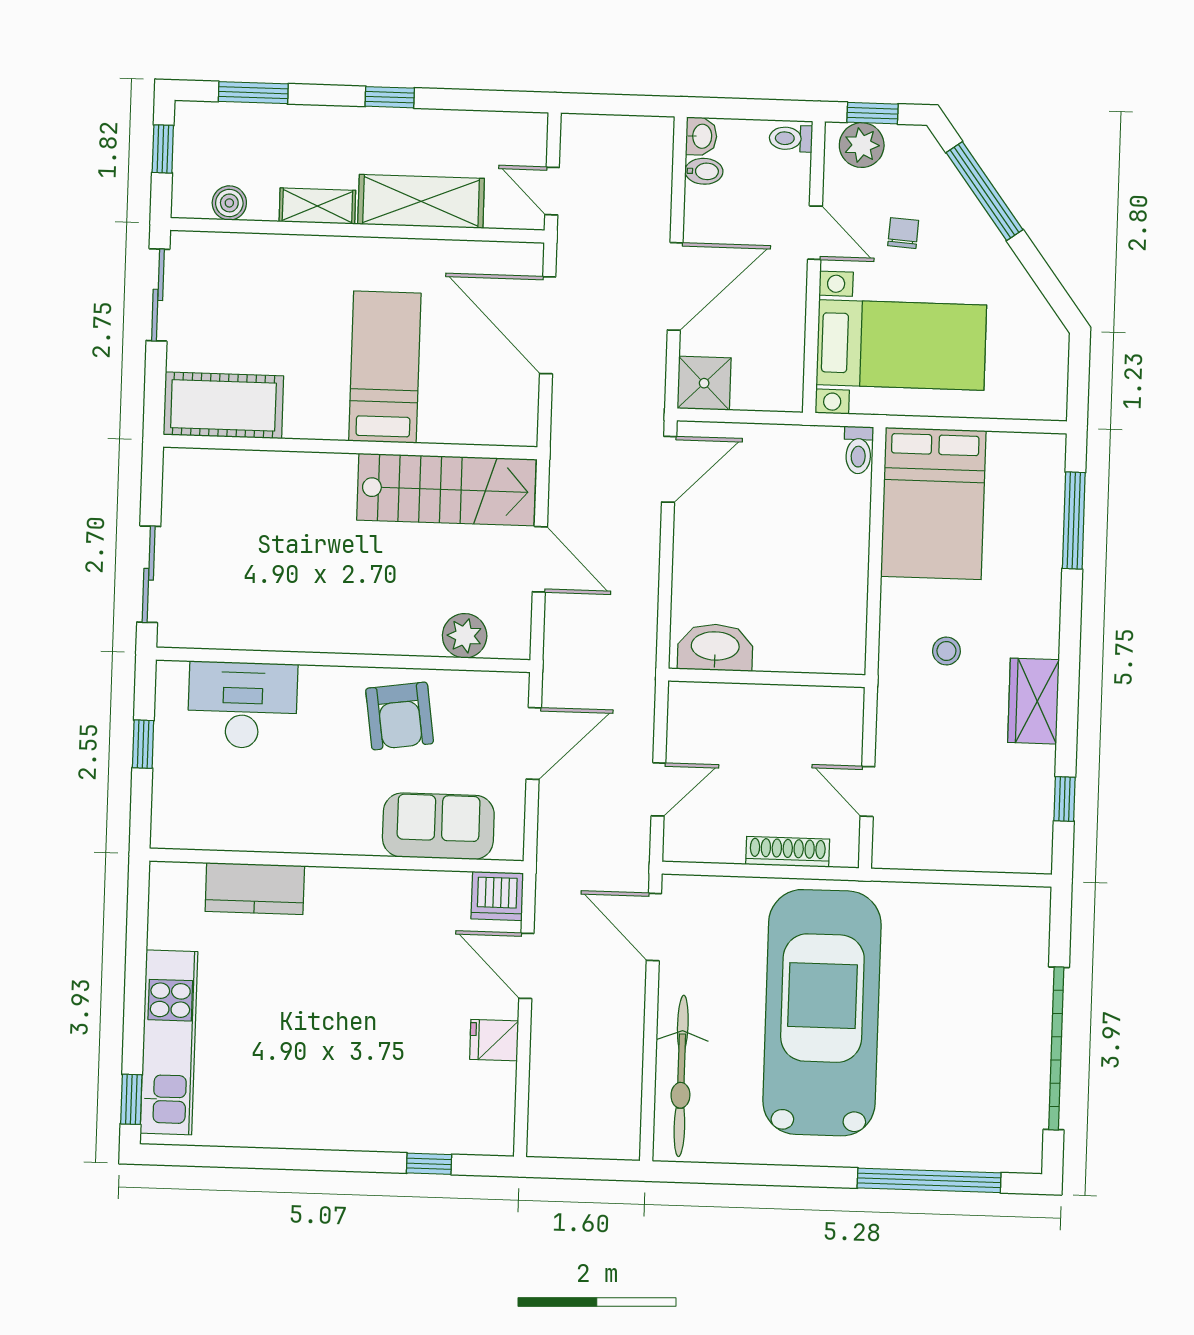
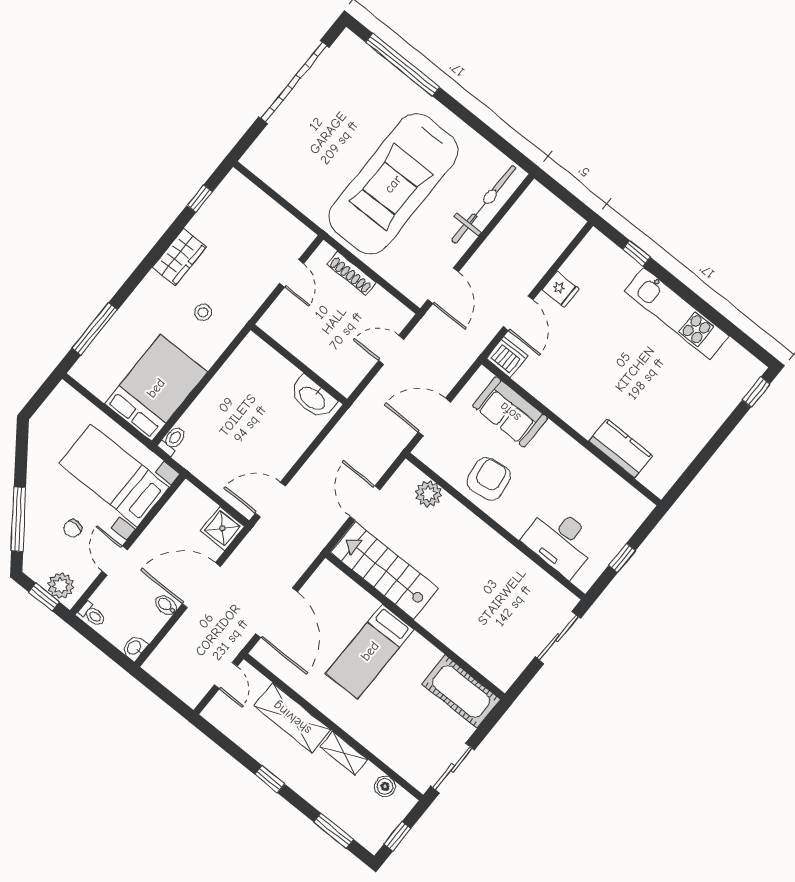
bidet: (704, 171) -> (166, 605), moved
kitchen unit: (169, 1042) -> (677, 313), moved, turned -90

